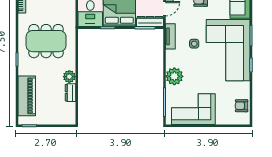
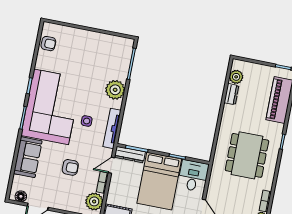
tv unit: (170, 36) -> (112, 128), width x1.41
dining table: (46, 41) -> (247, 155), turned 90
plant: (69, 77) -> (236, 77), moved
corner sofa: (193, 109) -> (102, 50), removed

